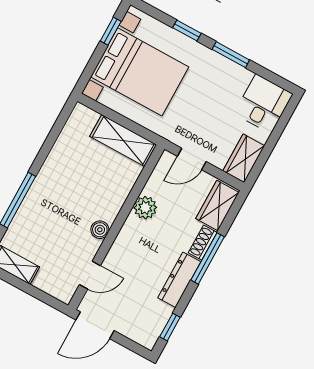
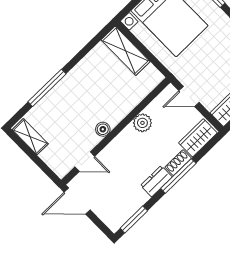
shelving: (123, 141) -> (125, 51), moved
dresser: (179, 280) -> (156, 181), width x0.70
window: (170, 327) -> (134, 220), width x1.50

